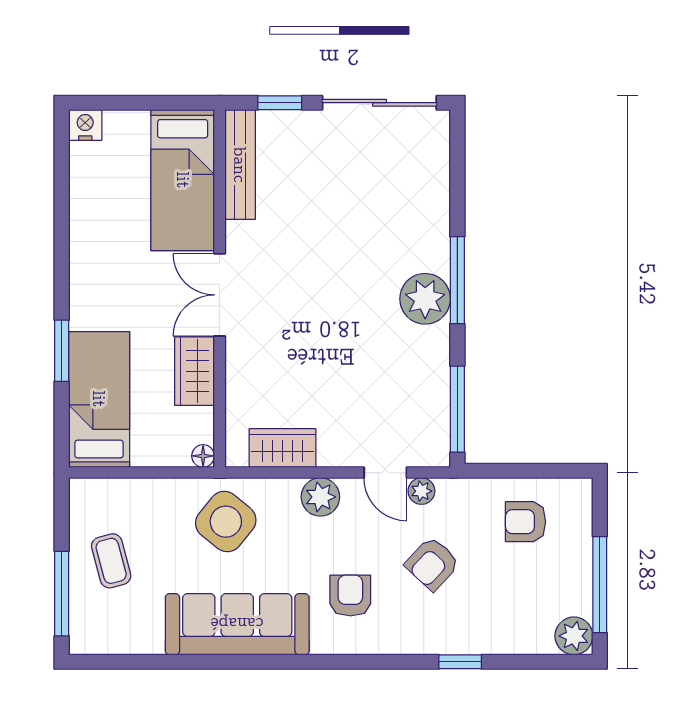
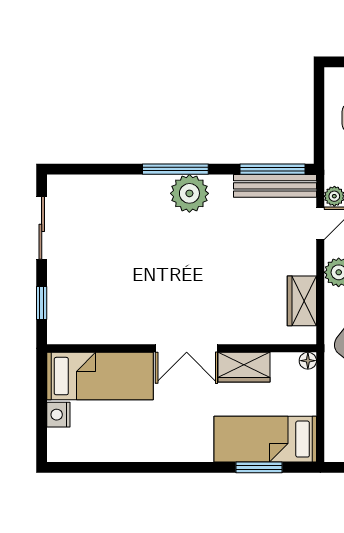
sliding door: (379, 103) -> (42, 228), width x0.73
nightstand: (85, 125) -> (58, 415), moved
bench: (240, 165) -> (275, 186), moved
window: (62, 351) -> (259, 467), moved

